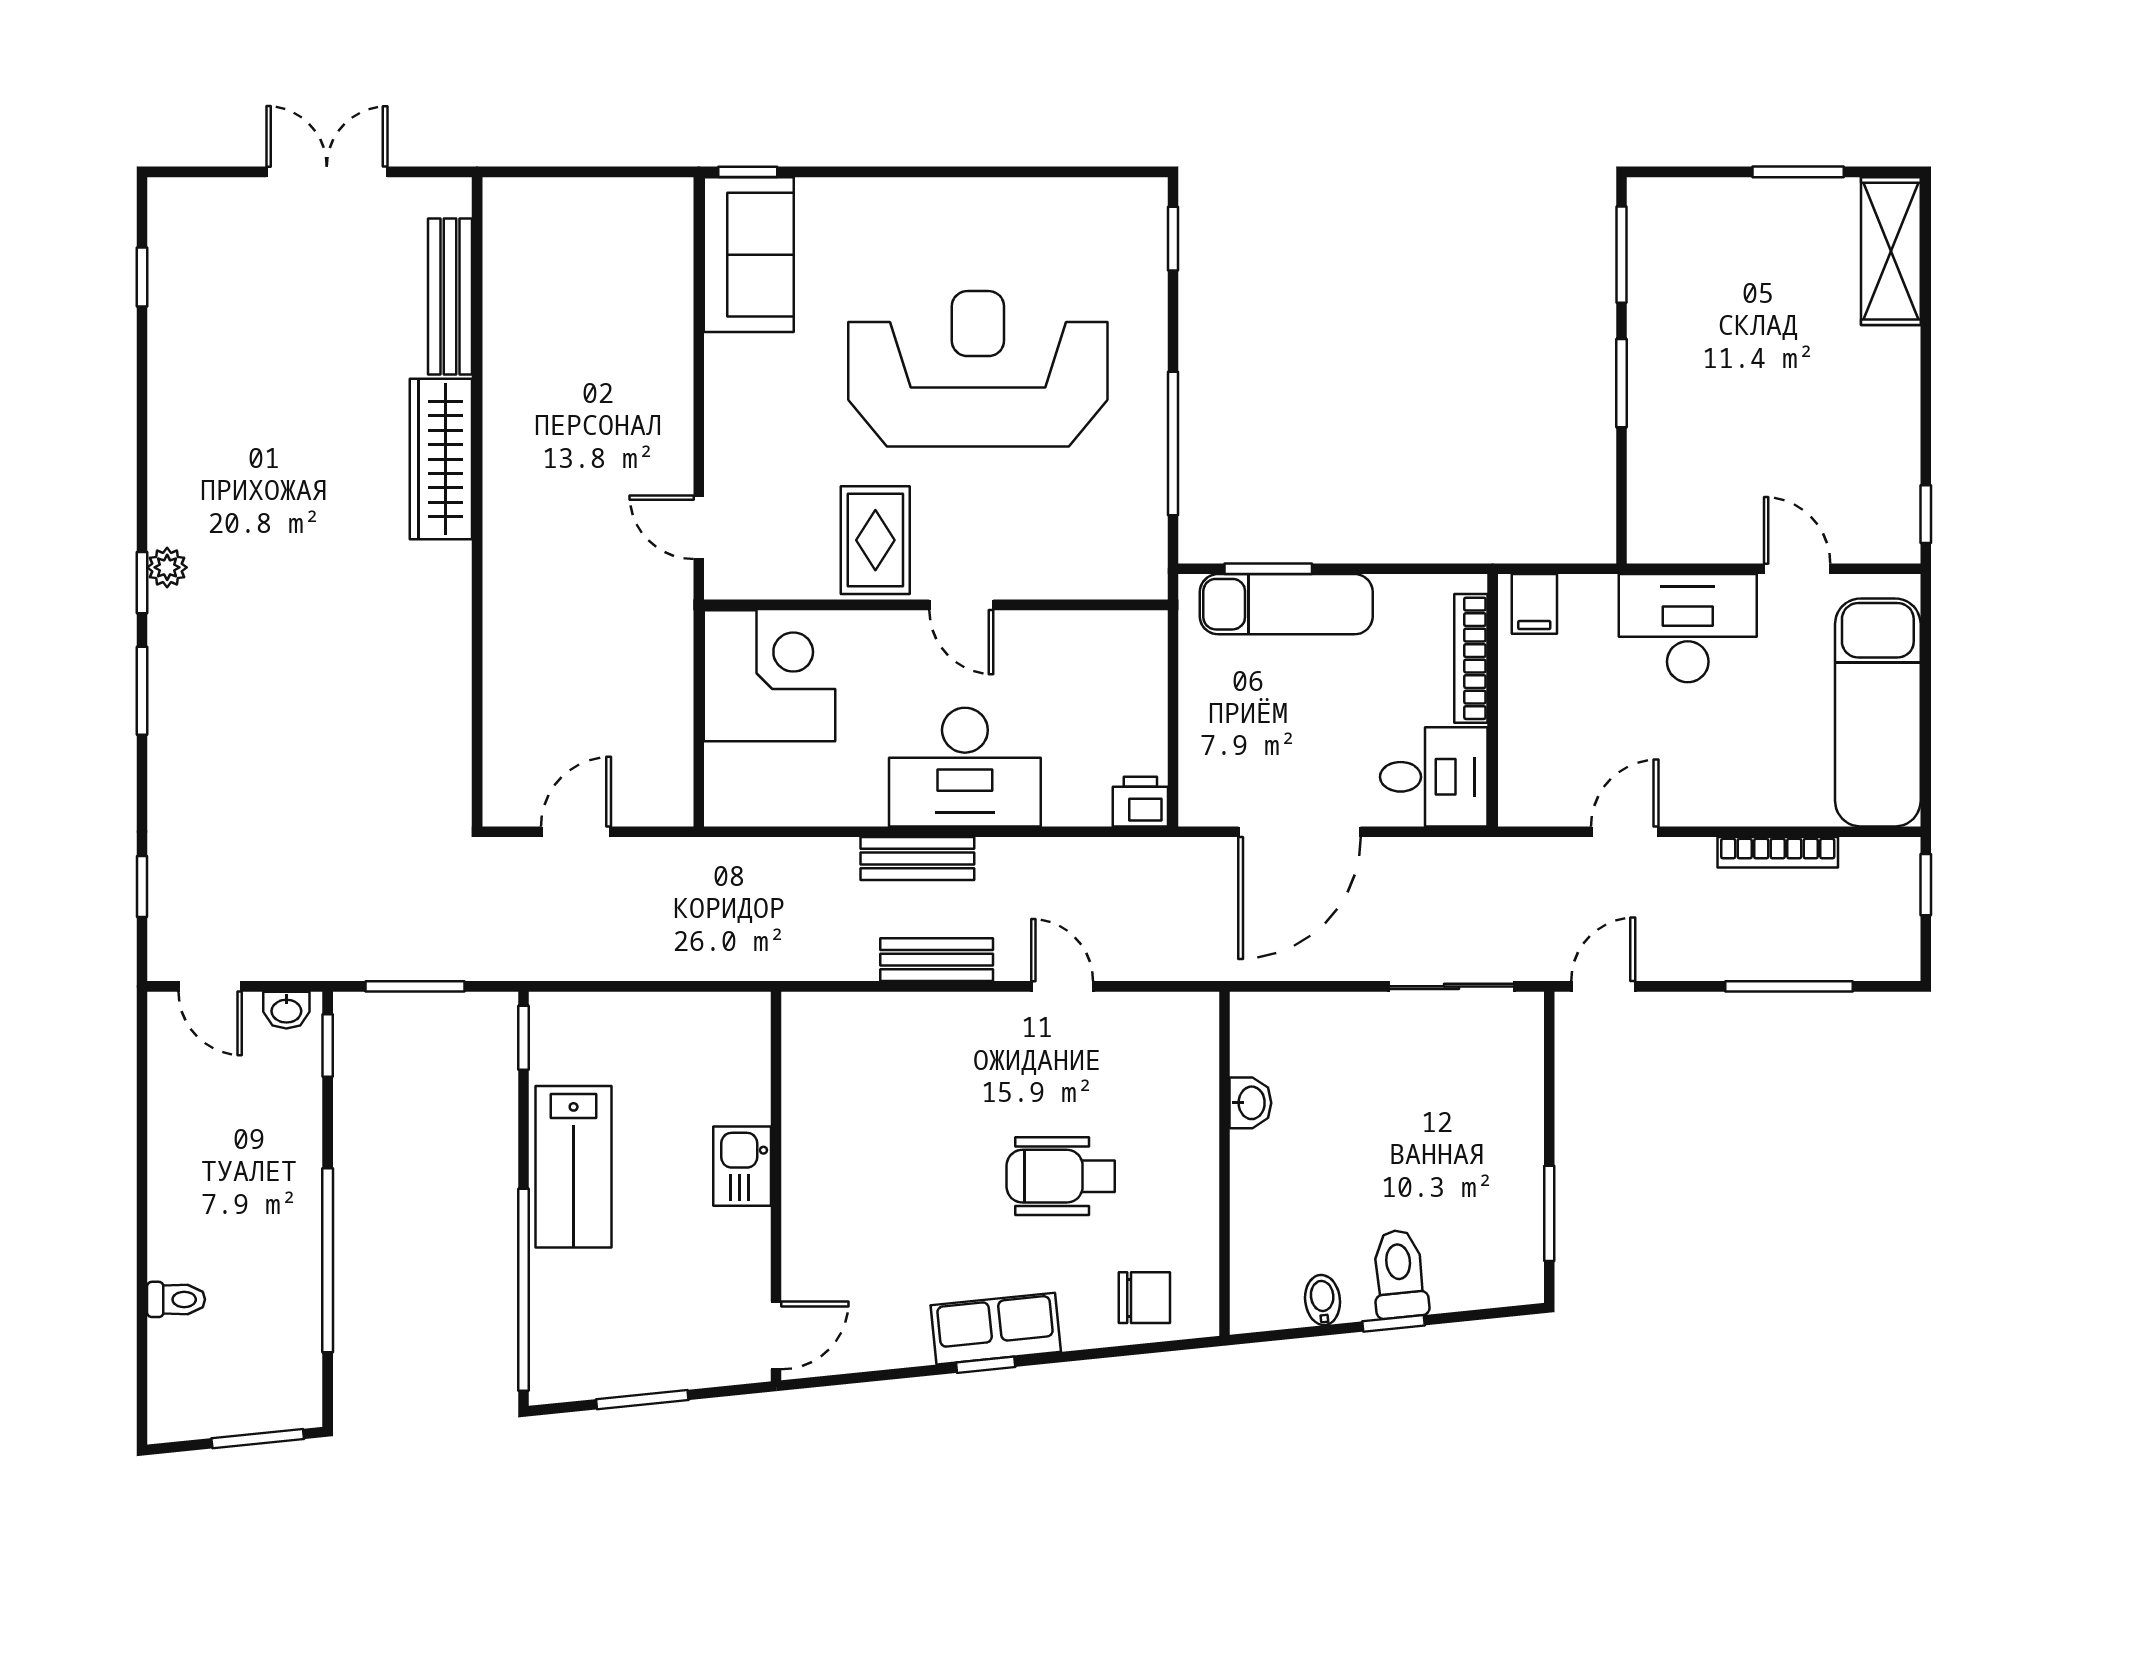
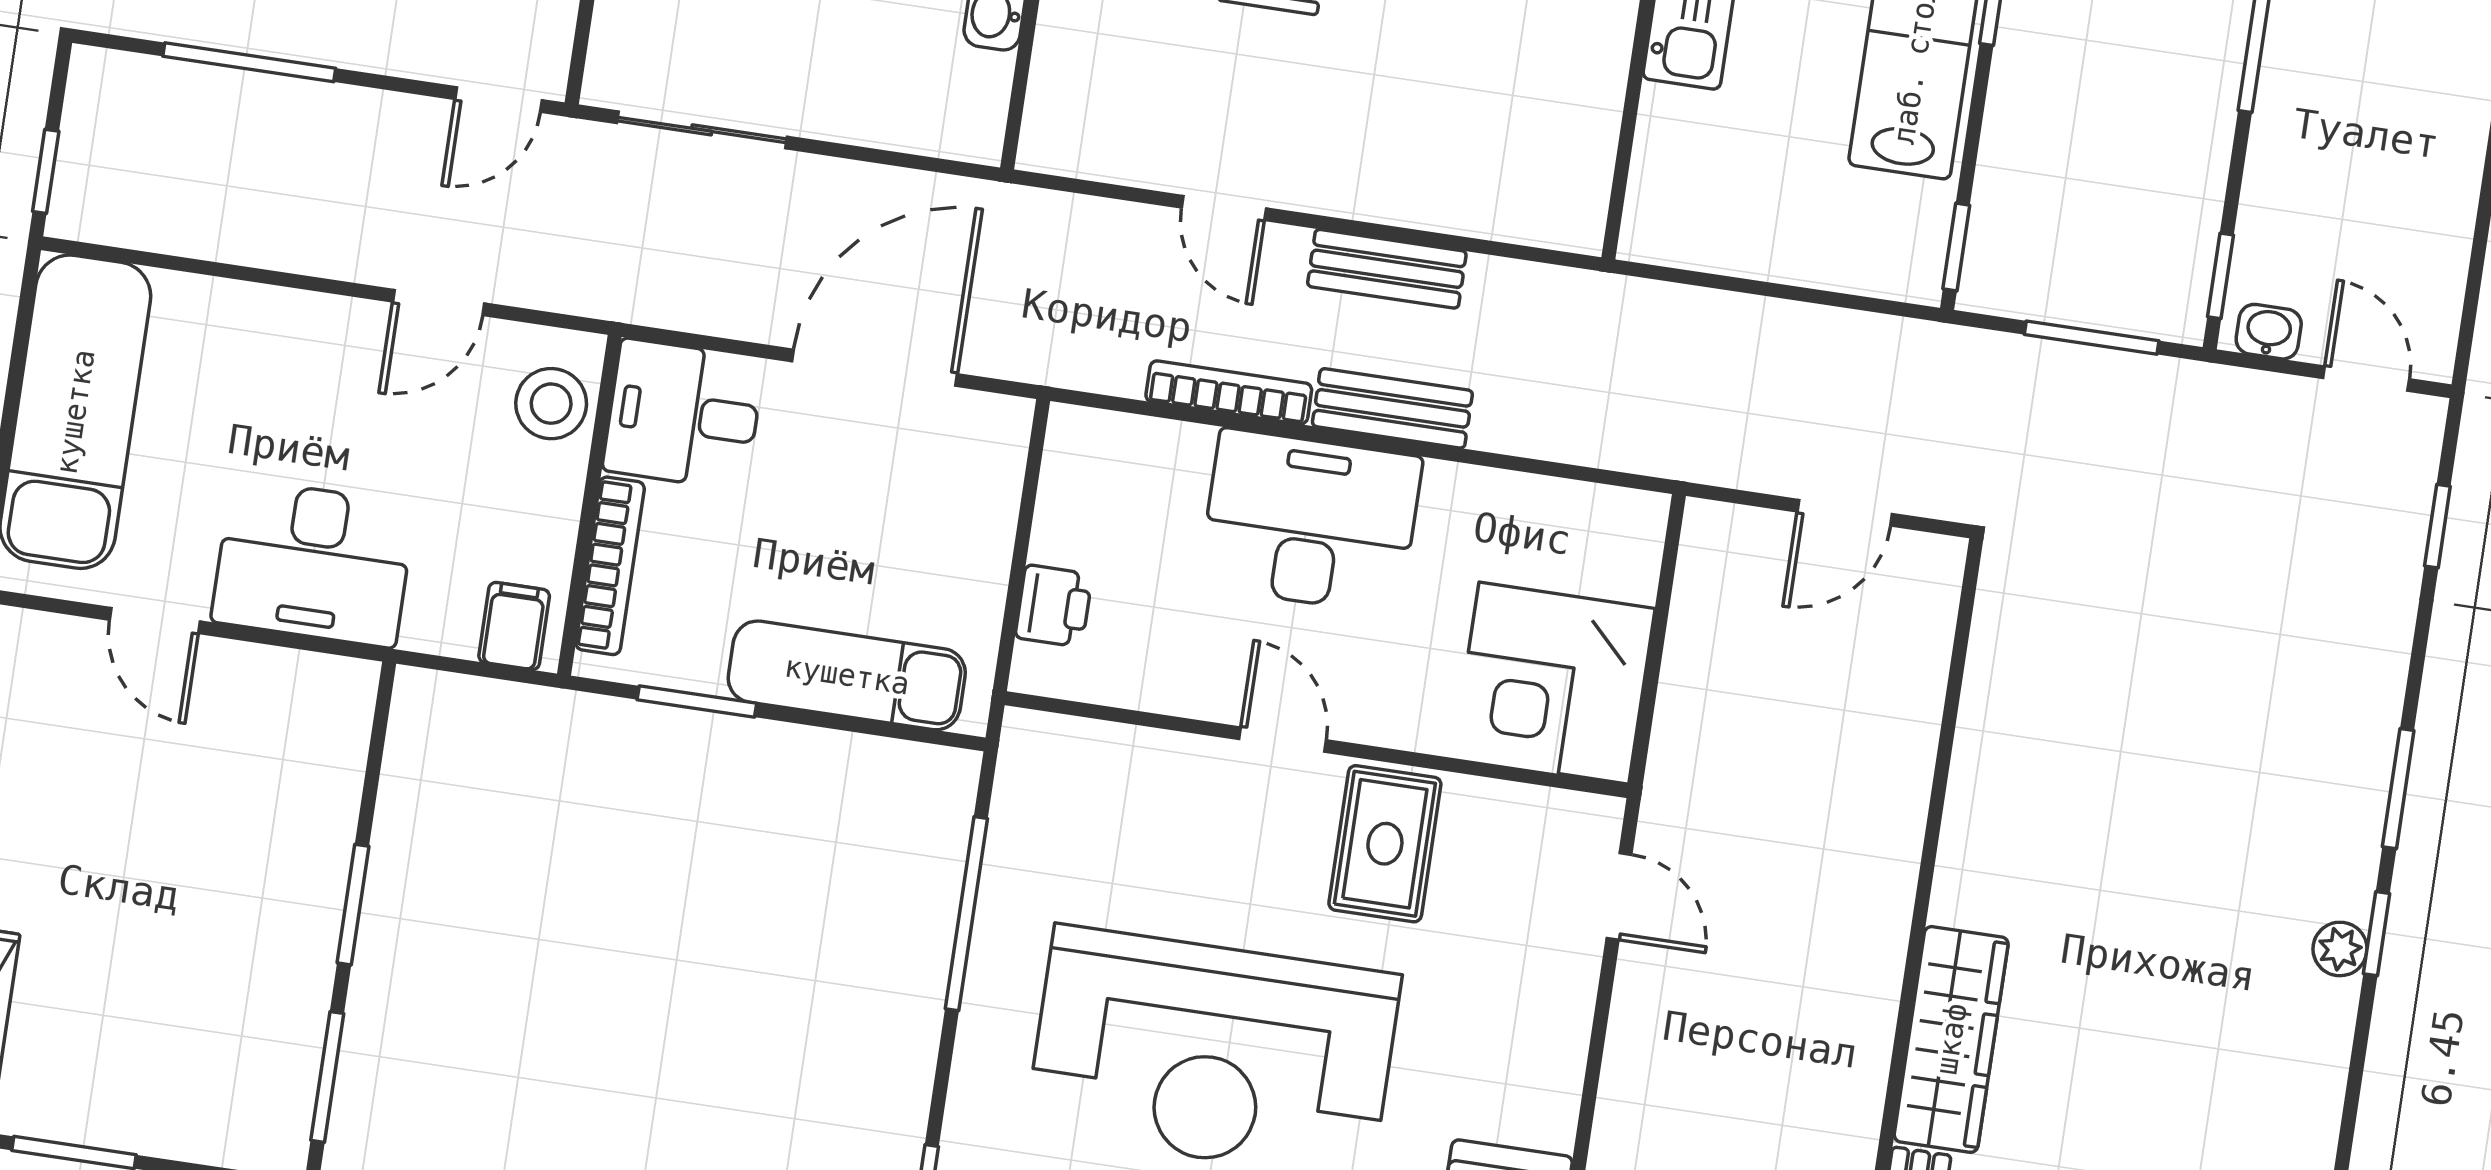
window: (1268, 569) -> (697, 702), moved
stool: (1532, 770) -> (551, 404), added
printer: (1140, 802) -> (1054, 606), moved, turned -90
bookcase: (1778, 852) -> (1229, 392), moved

